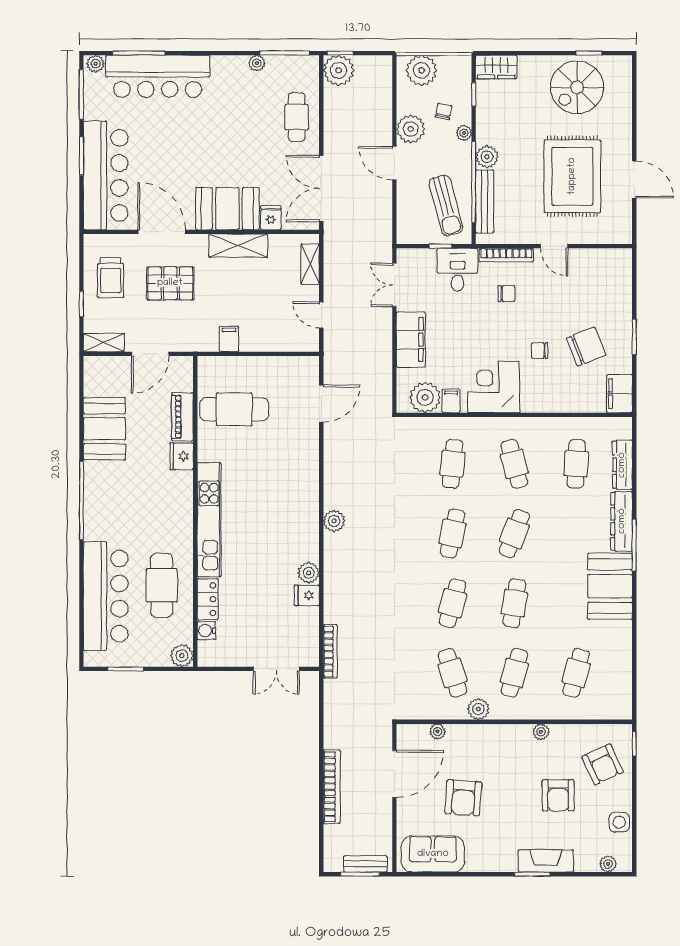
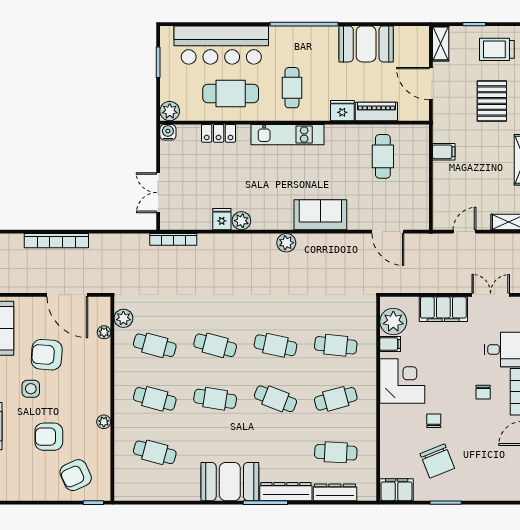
cafe table: (234, 409) -> (383, 156), width x0.73, depth x0.74
sofa: (302, 482) -> (320, 215), added
cafe table: (155, 514) -> (292, 88), added
kitchen unit: (209, 520) -> (287, 135), width x0.73
water cooler: (206, 631) -> (168, 132), moved
cafe table: (453, 673) -> (155, 345), turned 33
plant: (478, 709) -> (123, 318), moved
side table: (619, 822) -> (31, 389), moved

